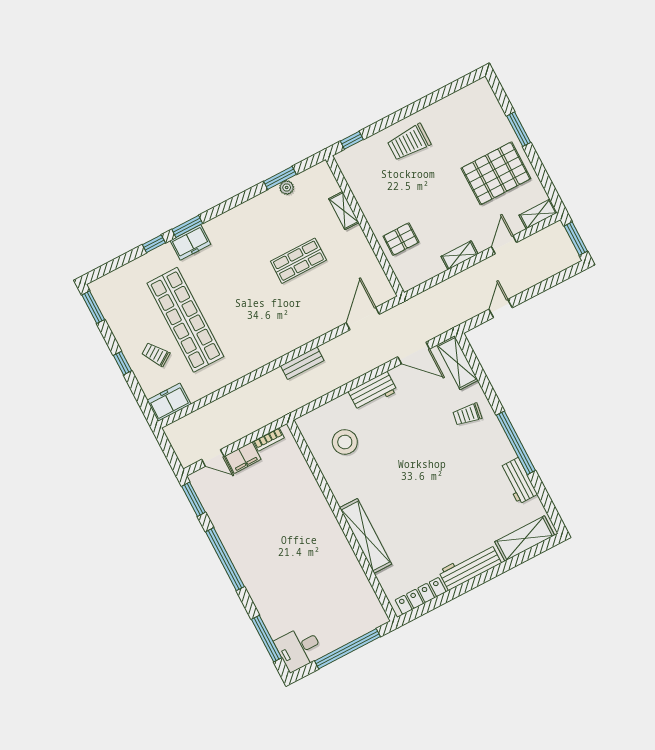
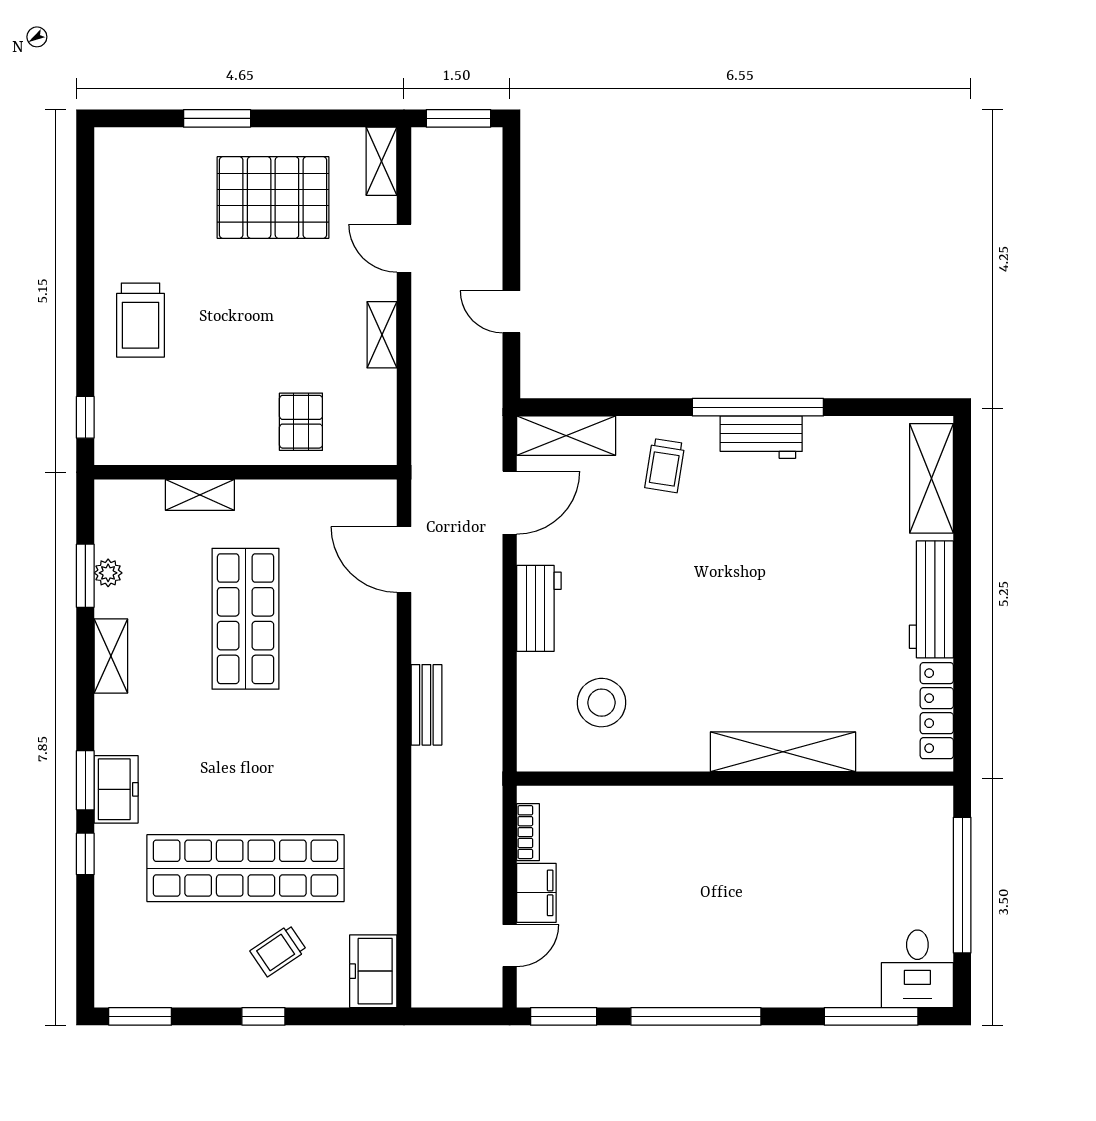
pallet: (496, 173) -> (273, 198), turned 90
shelving: (250, 208) -> (111, 656), added
shop shelf: (298, 261) -> (246, 619), width x1.43, depth x1.36
workbench: (518, 481) -> (761, 437), moved

